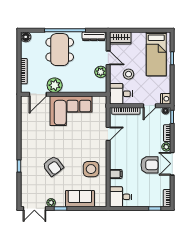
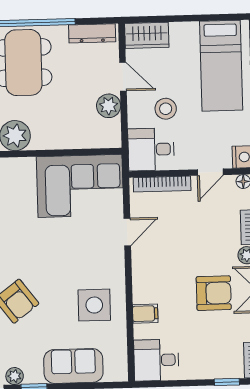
corner sofa: (71, 111) -> (80, 186), moved

